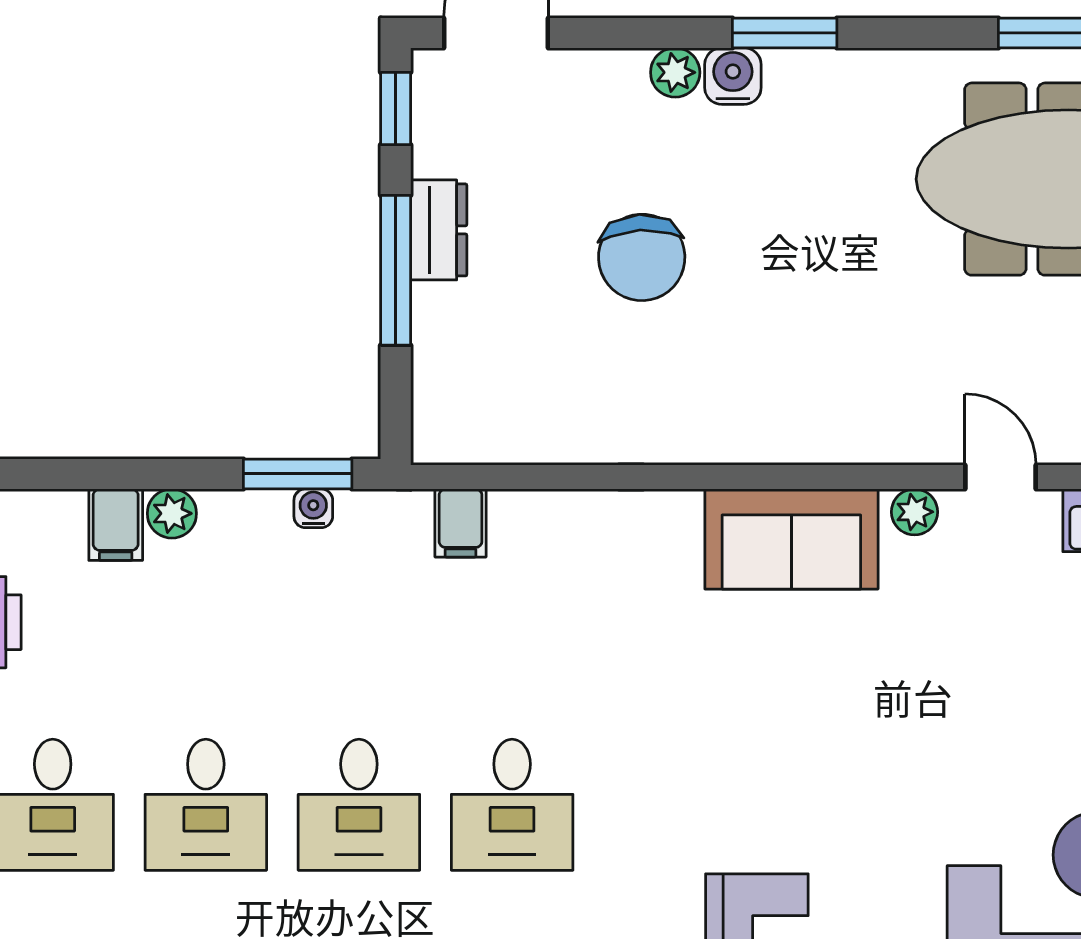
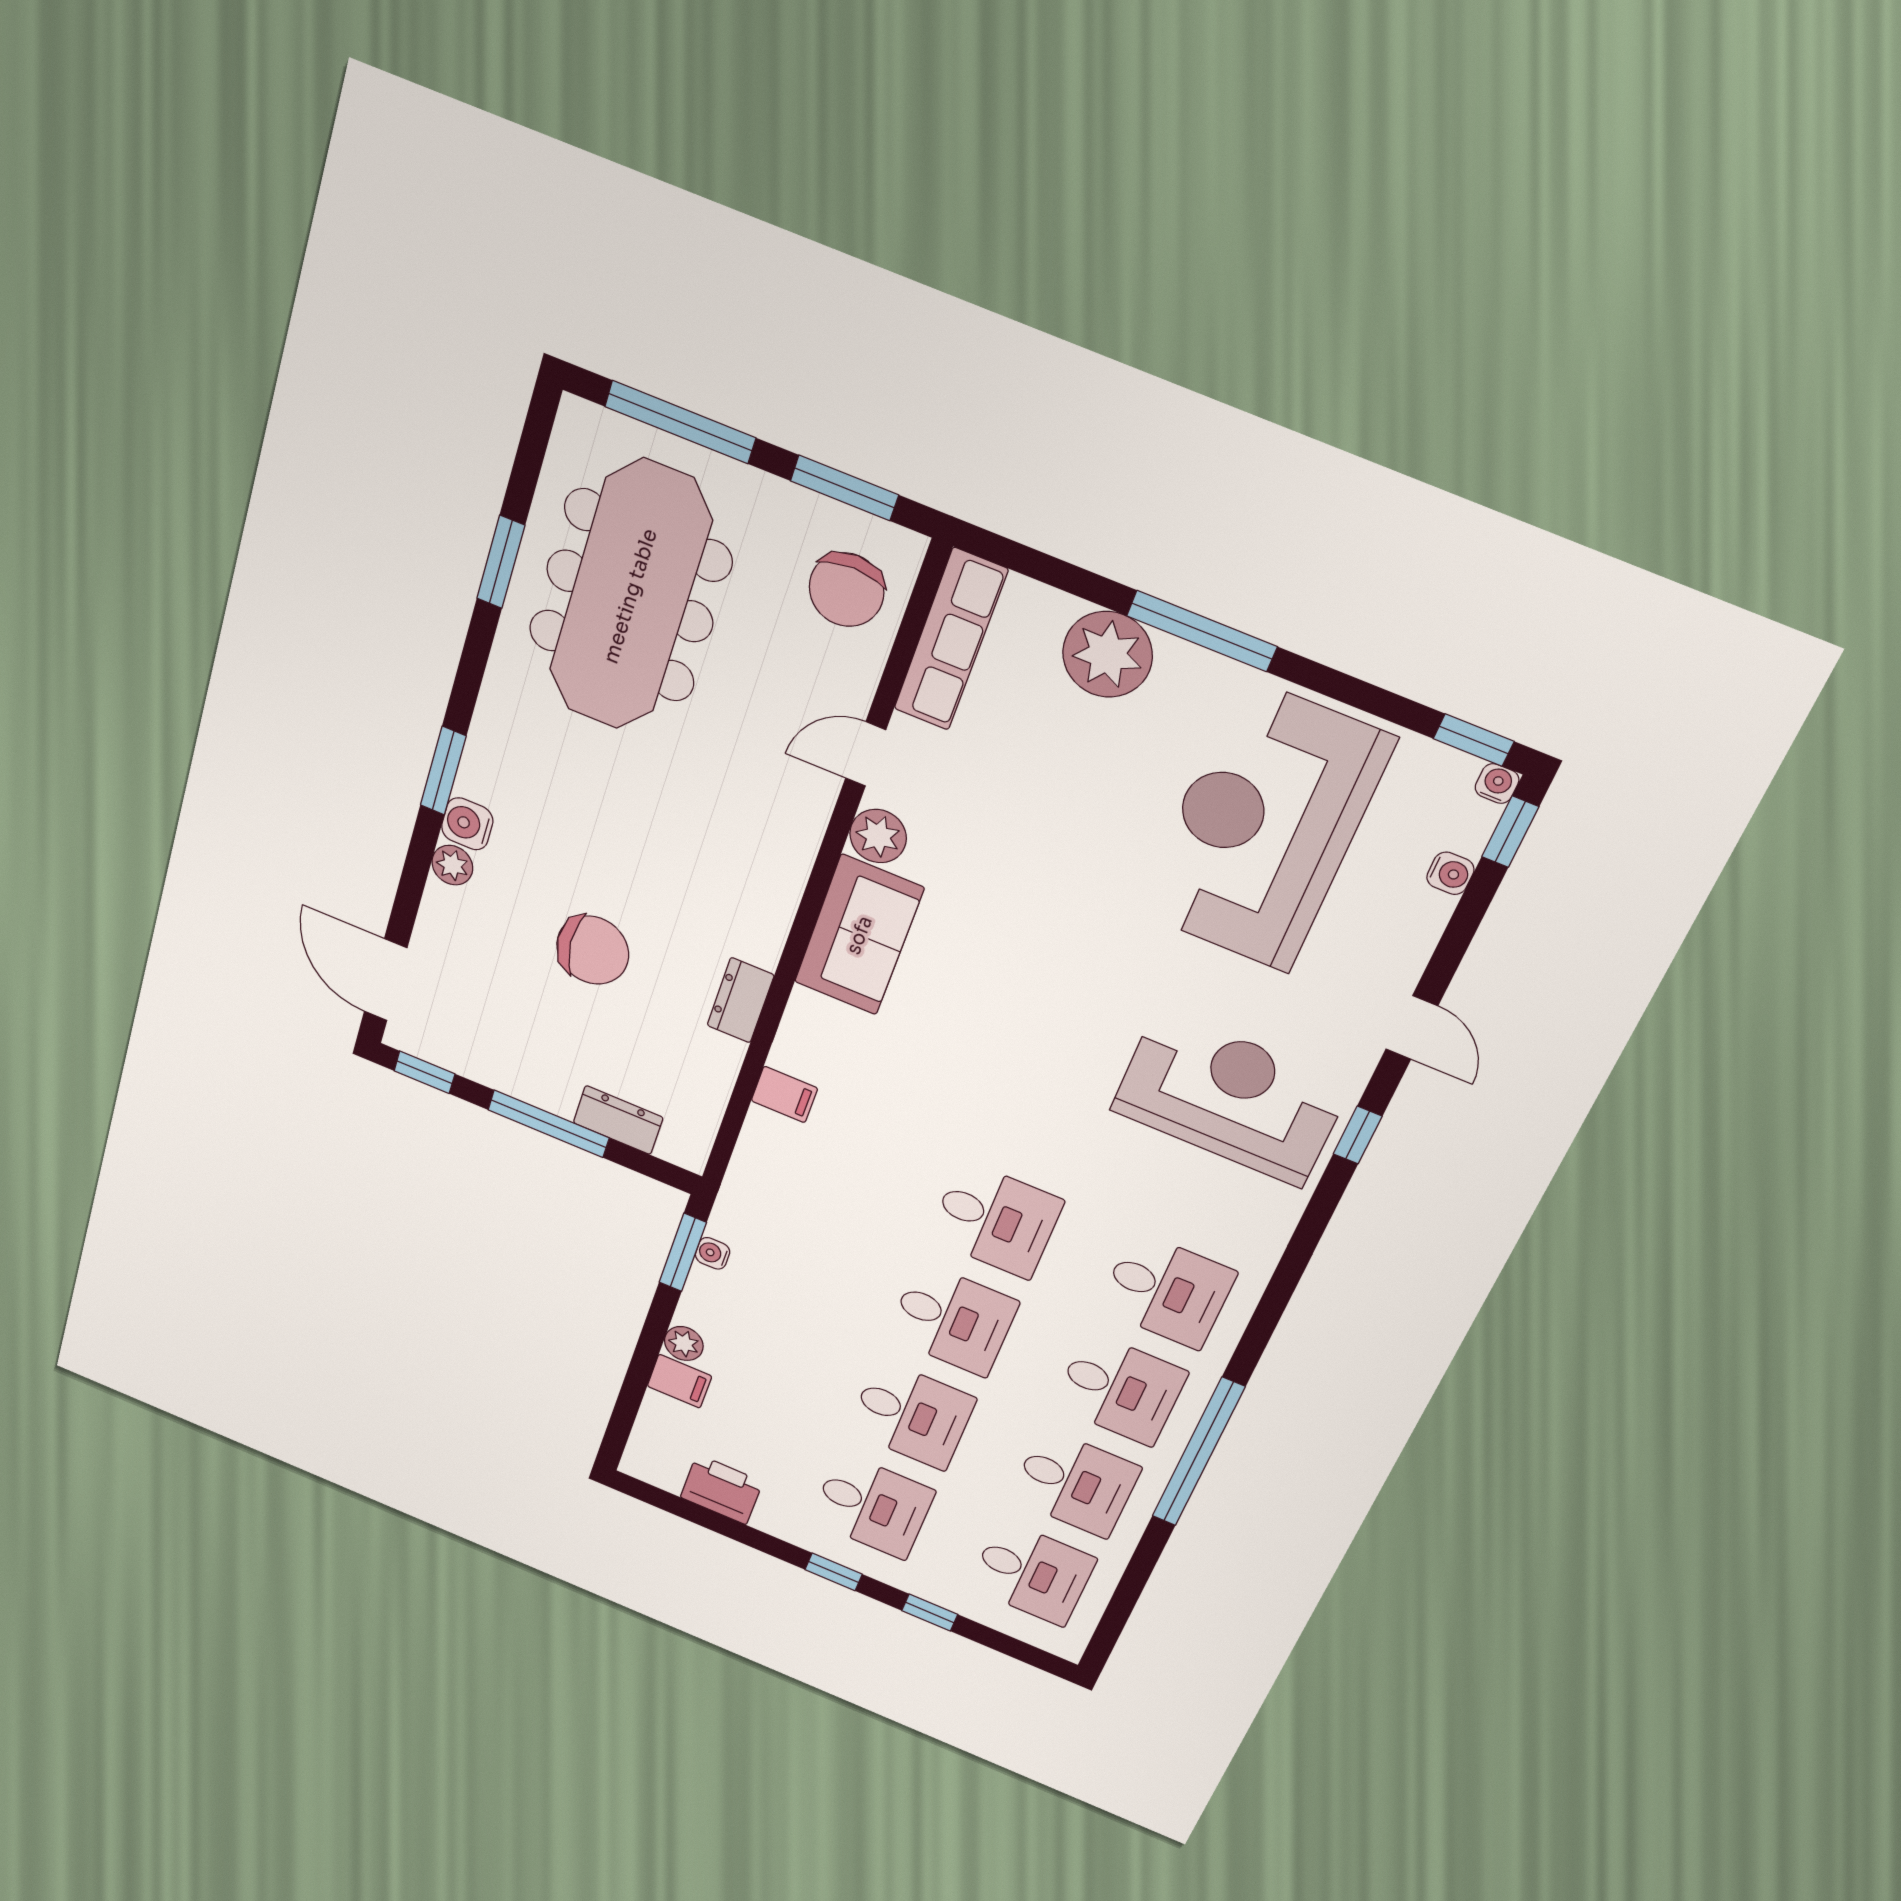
dresser: (439, 230) -> (618, 1120), moved
dresser: (655, 438) -> (740, 1000), added
plant: (914, 512) -> (878, 836), width x1.38, depth x1.38
filing cabinet: (461, 523) -> (784, 1094), moved

